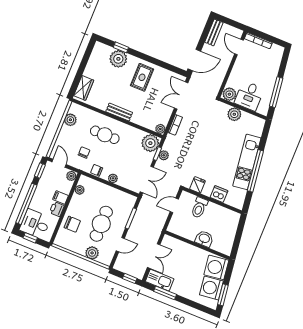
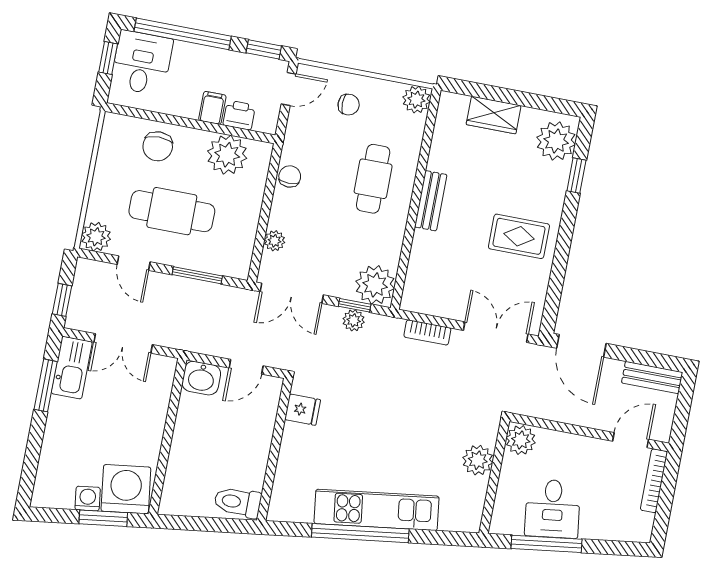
plant: (118, 59) -> (556, 141), moved
wardrobe: (84, 88) -> (494, 115), moved
desk: (249, 96) -> (553, 509), moved, turned -97
plant: (70, 120) -> (416, 100), moved
plant: (160, 129) -> (411, 301), removed
chair: (84, 153) -> (349, 105), moved
plant: (71, 176) -> (266, 122), removed
plant: (113, 178) -> (274, 241), moved
plant: (80, 190) -> (227, 155), width x1.87, depth x1.87
dishwasher: (219, 194) -> (292, 462), removed
door: (174, 205) -> (246, 367), swing flipped
toilet: (199, 208) -> (238, 502), moved
printer: (57, 209) -> (239, 115), moved
washbasin: (204, 239) -> (201, 378), moved, turned 90
plant: (92, 253) -> (96, 237), moved
washing machine: (211, 288) -> (88, 499), width x0.53, depth x0.53
window: (223, 295) -> (103, 518), moved

